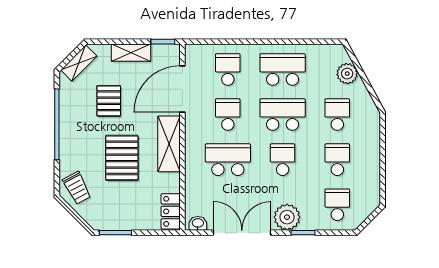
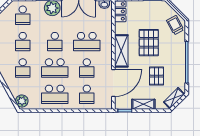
plant: (347, 74) -> (22, 101), moved

